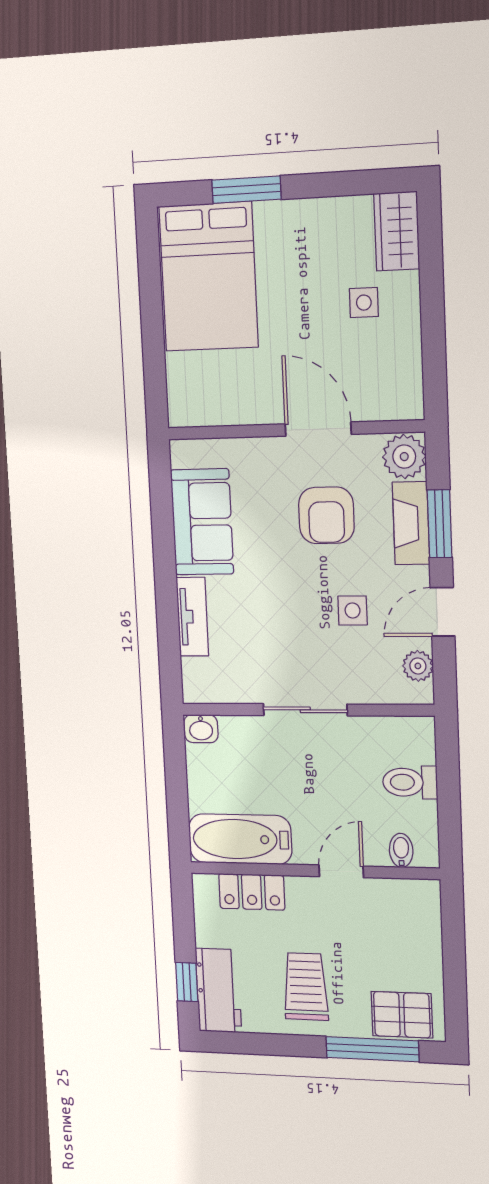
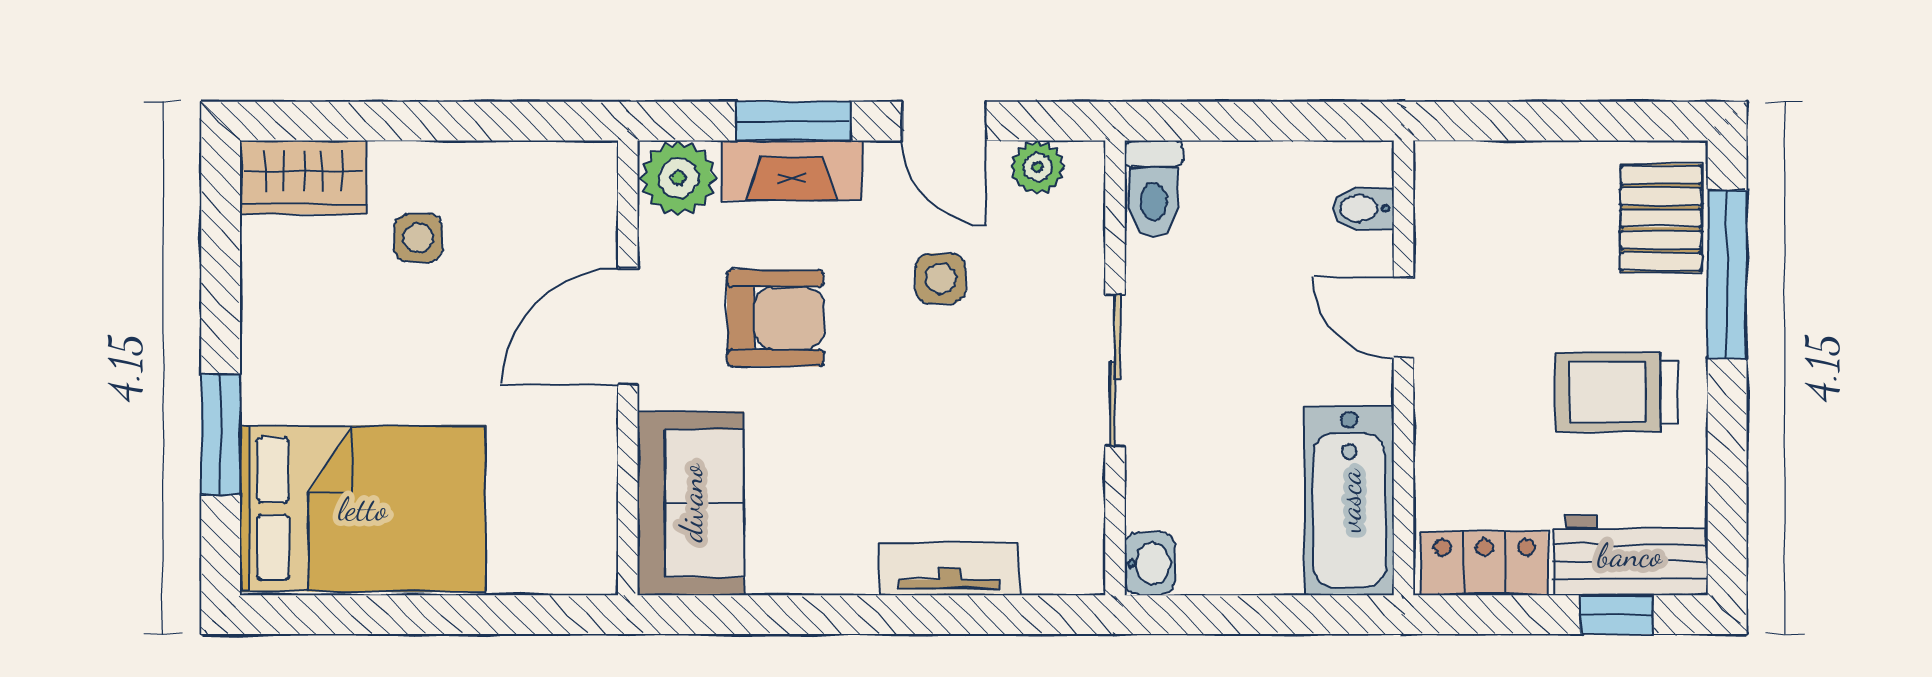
sofa: (202, 522) -> (691, 503), moved, turned 90
toilet: (410, 782) -> (1154, 188), moved
locker: (252, 892) -> (1484, 563), moved, turned -90

